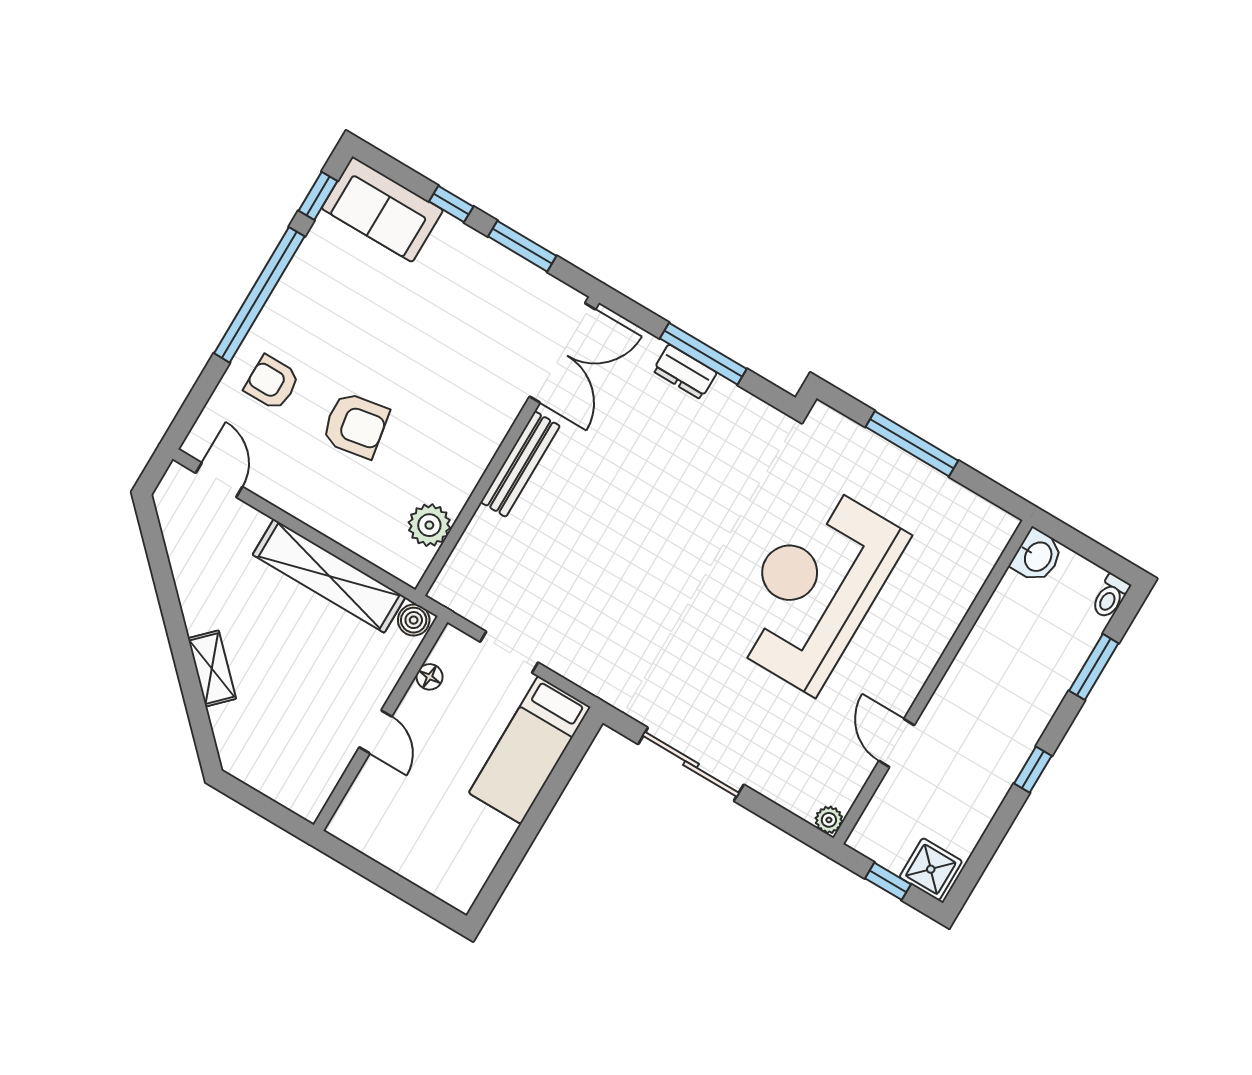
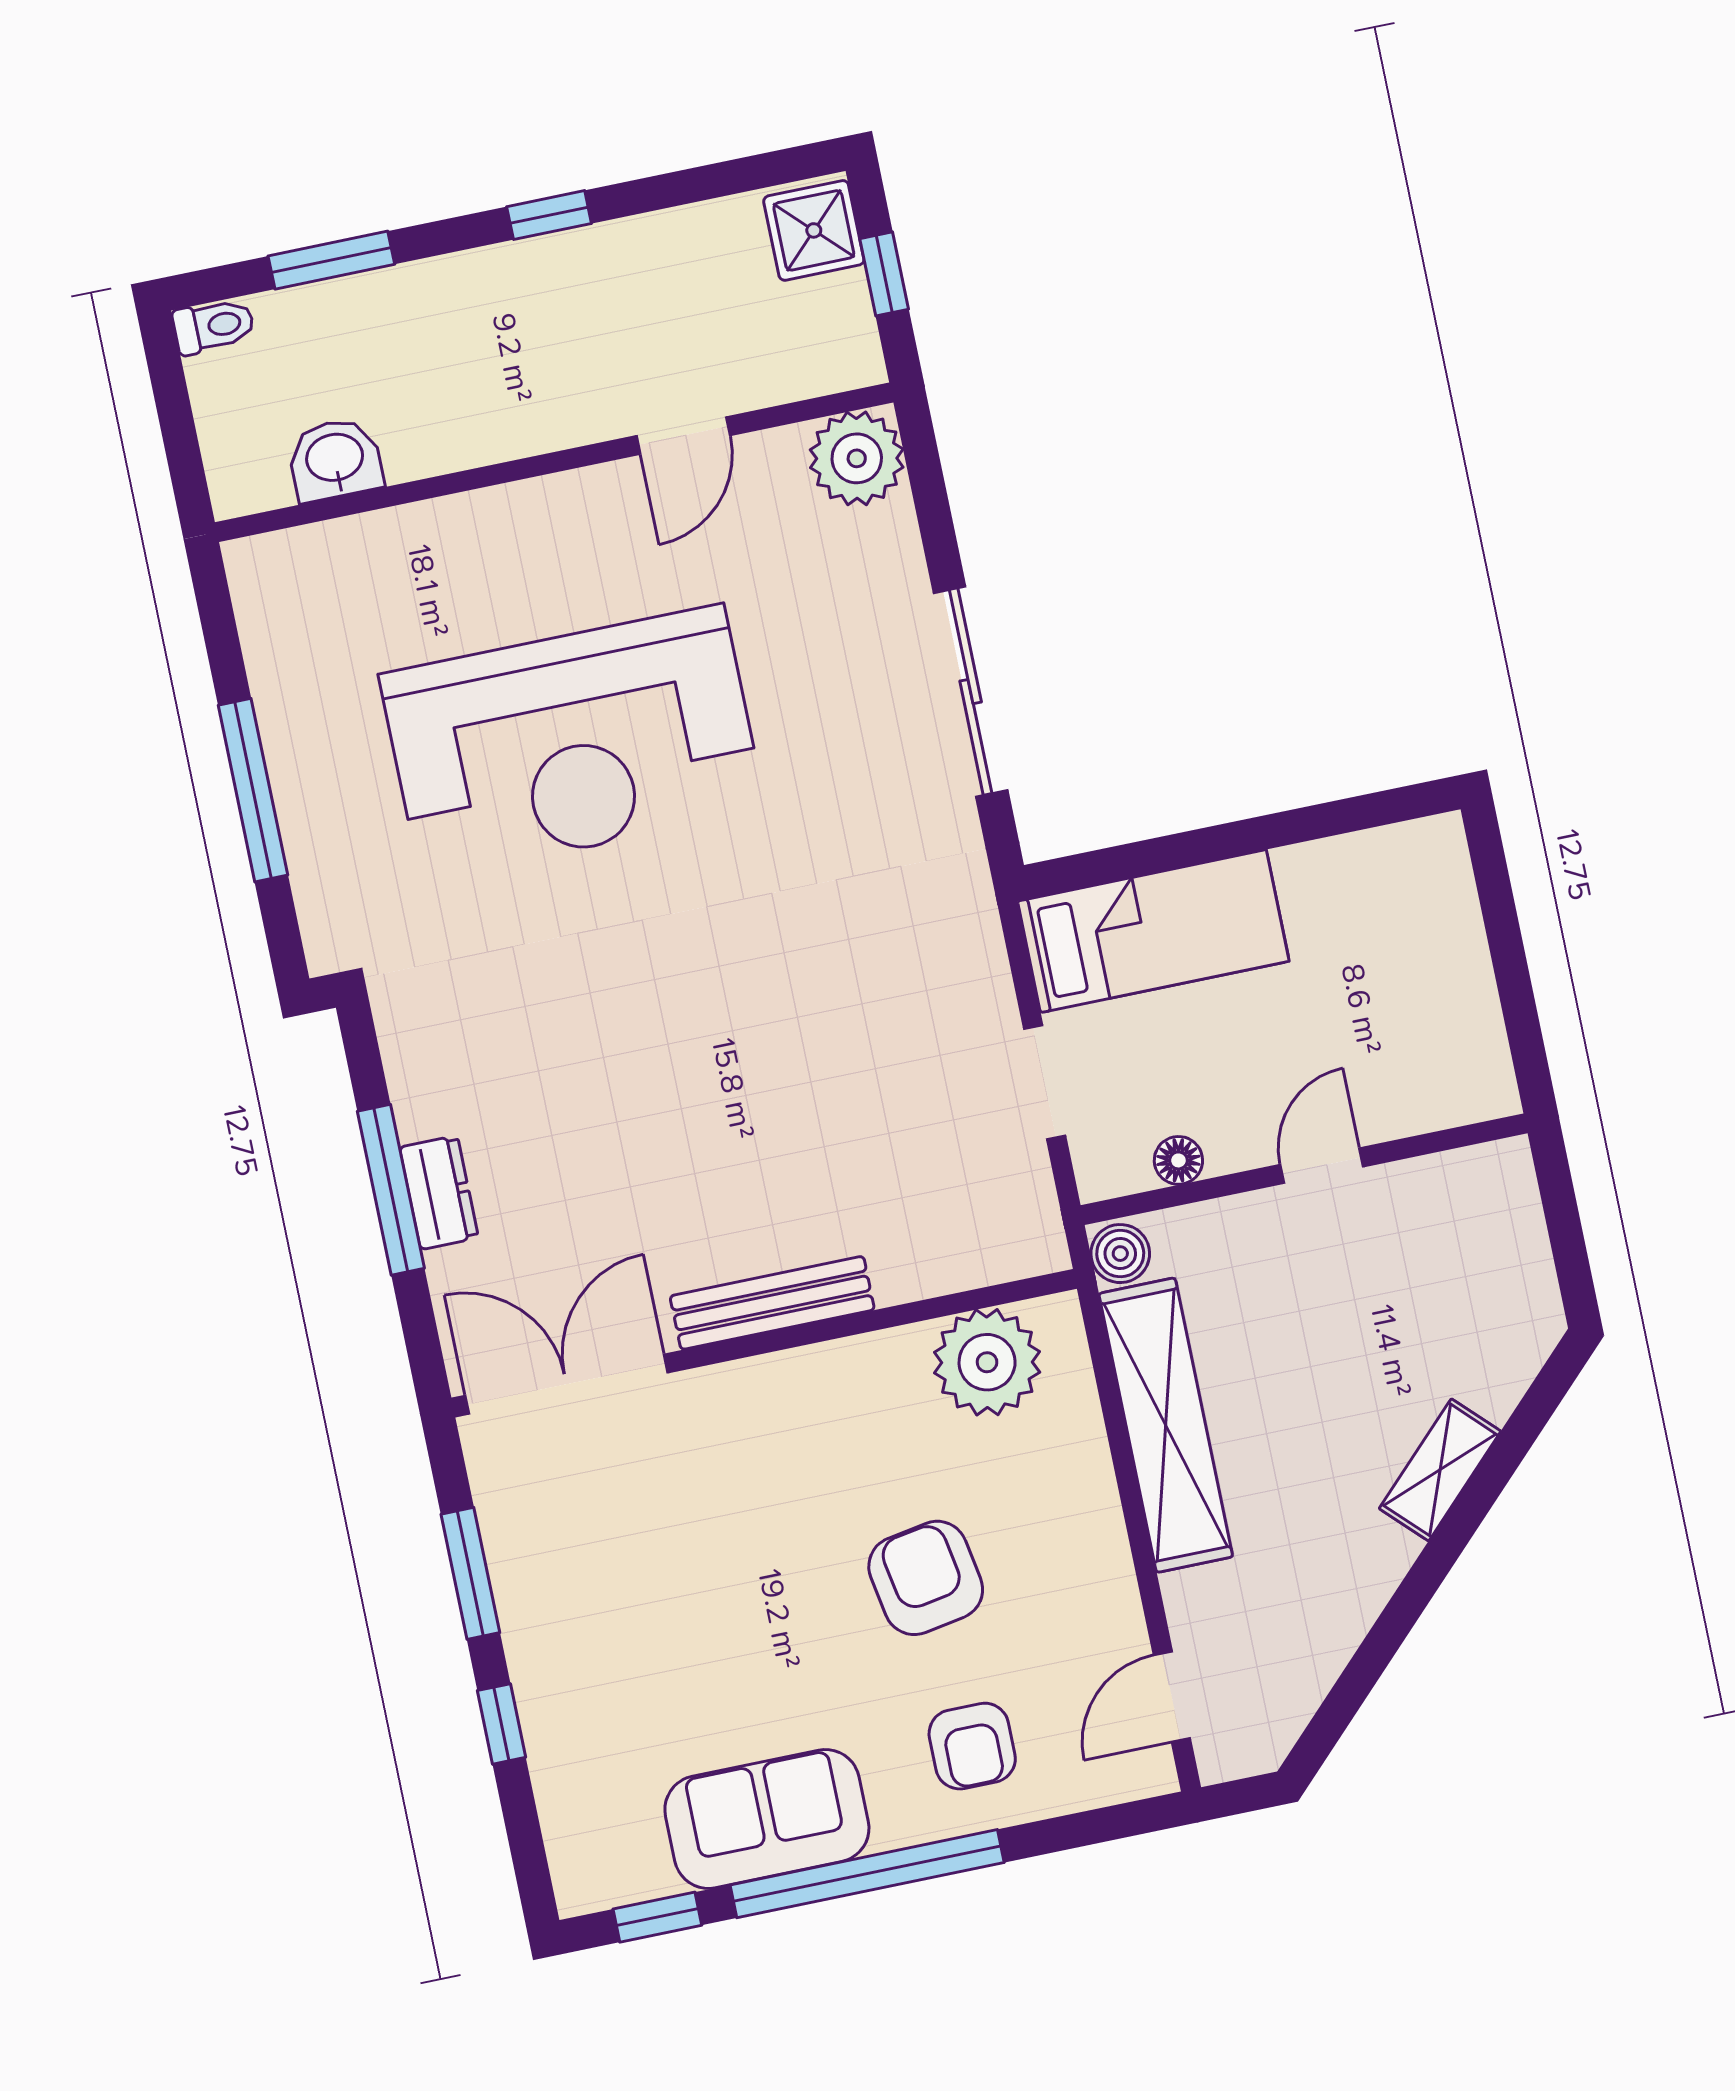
sofa: (382, 209) -> (767, 1819), moved, turned -90
plant: (429, 525) -> (987, 1362), width x1.36, depth x1.36
washbasin: (1037, 556) -> (335, 460), moved
plant: (829, 820) -> (857, 458), width x1.88, depth x1.88

